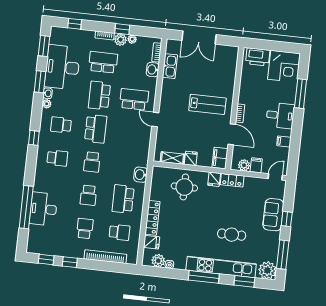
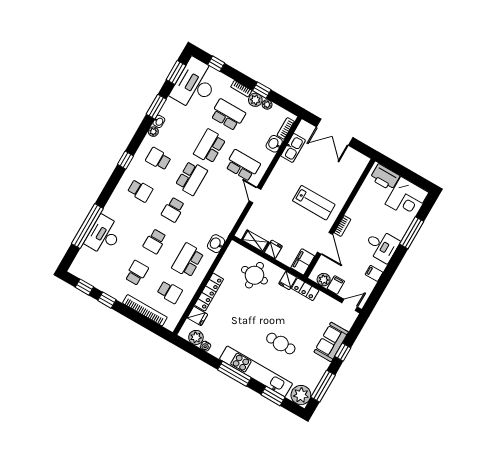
desk: (62, 67) -> (195, 84), moved

